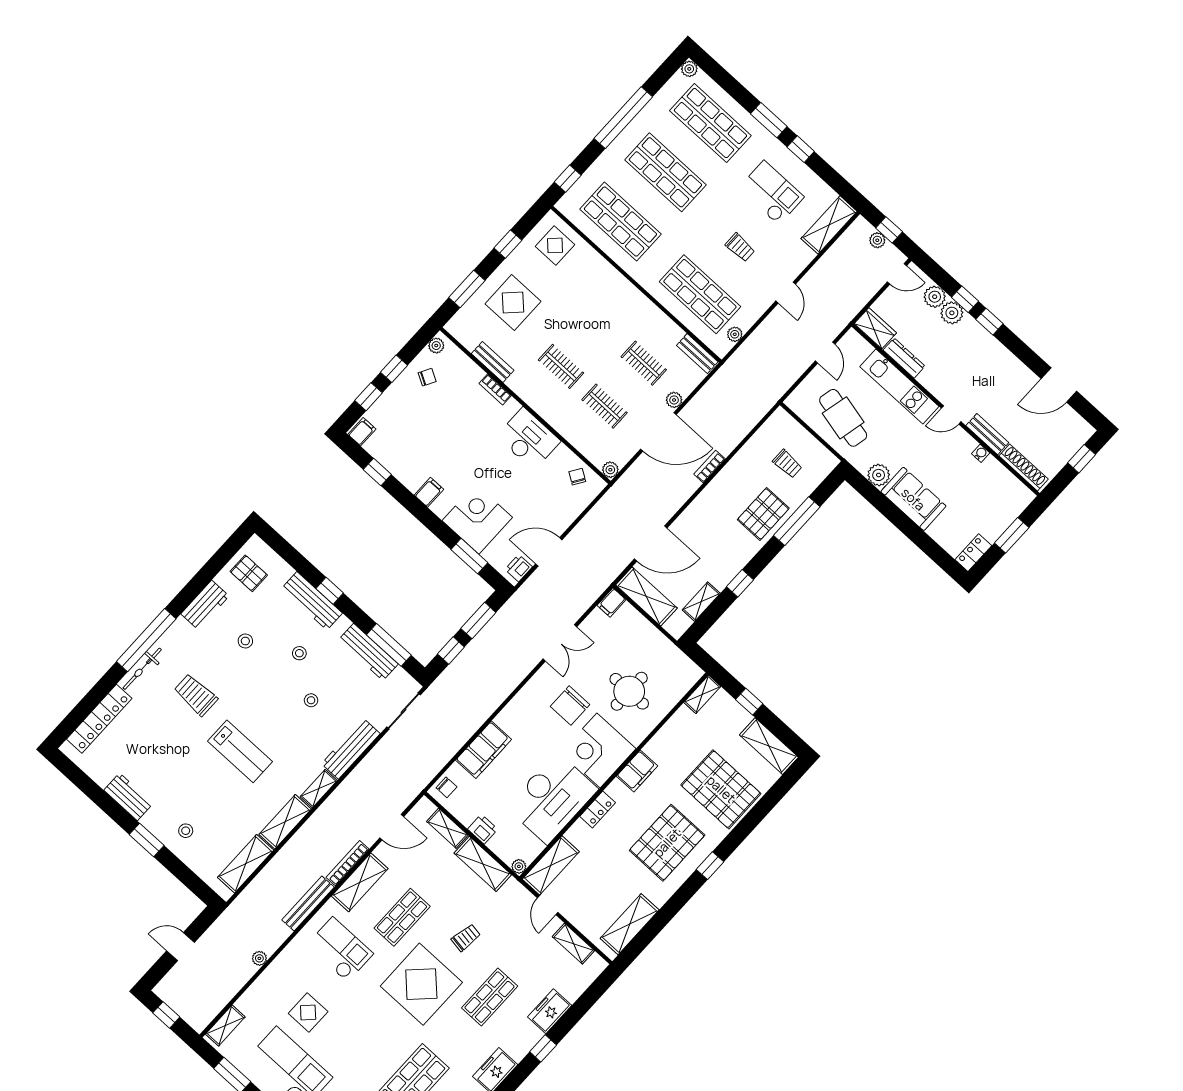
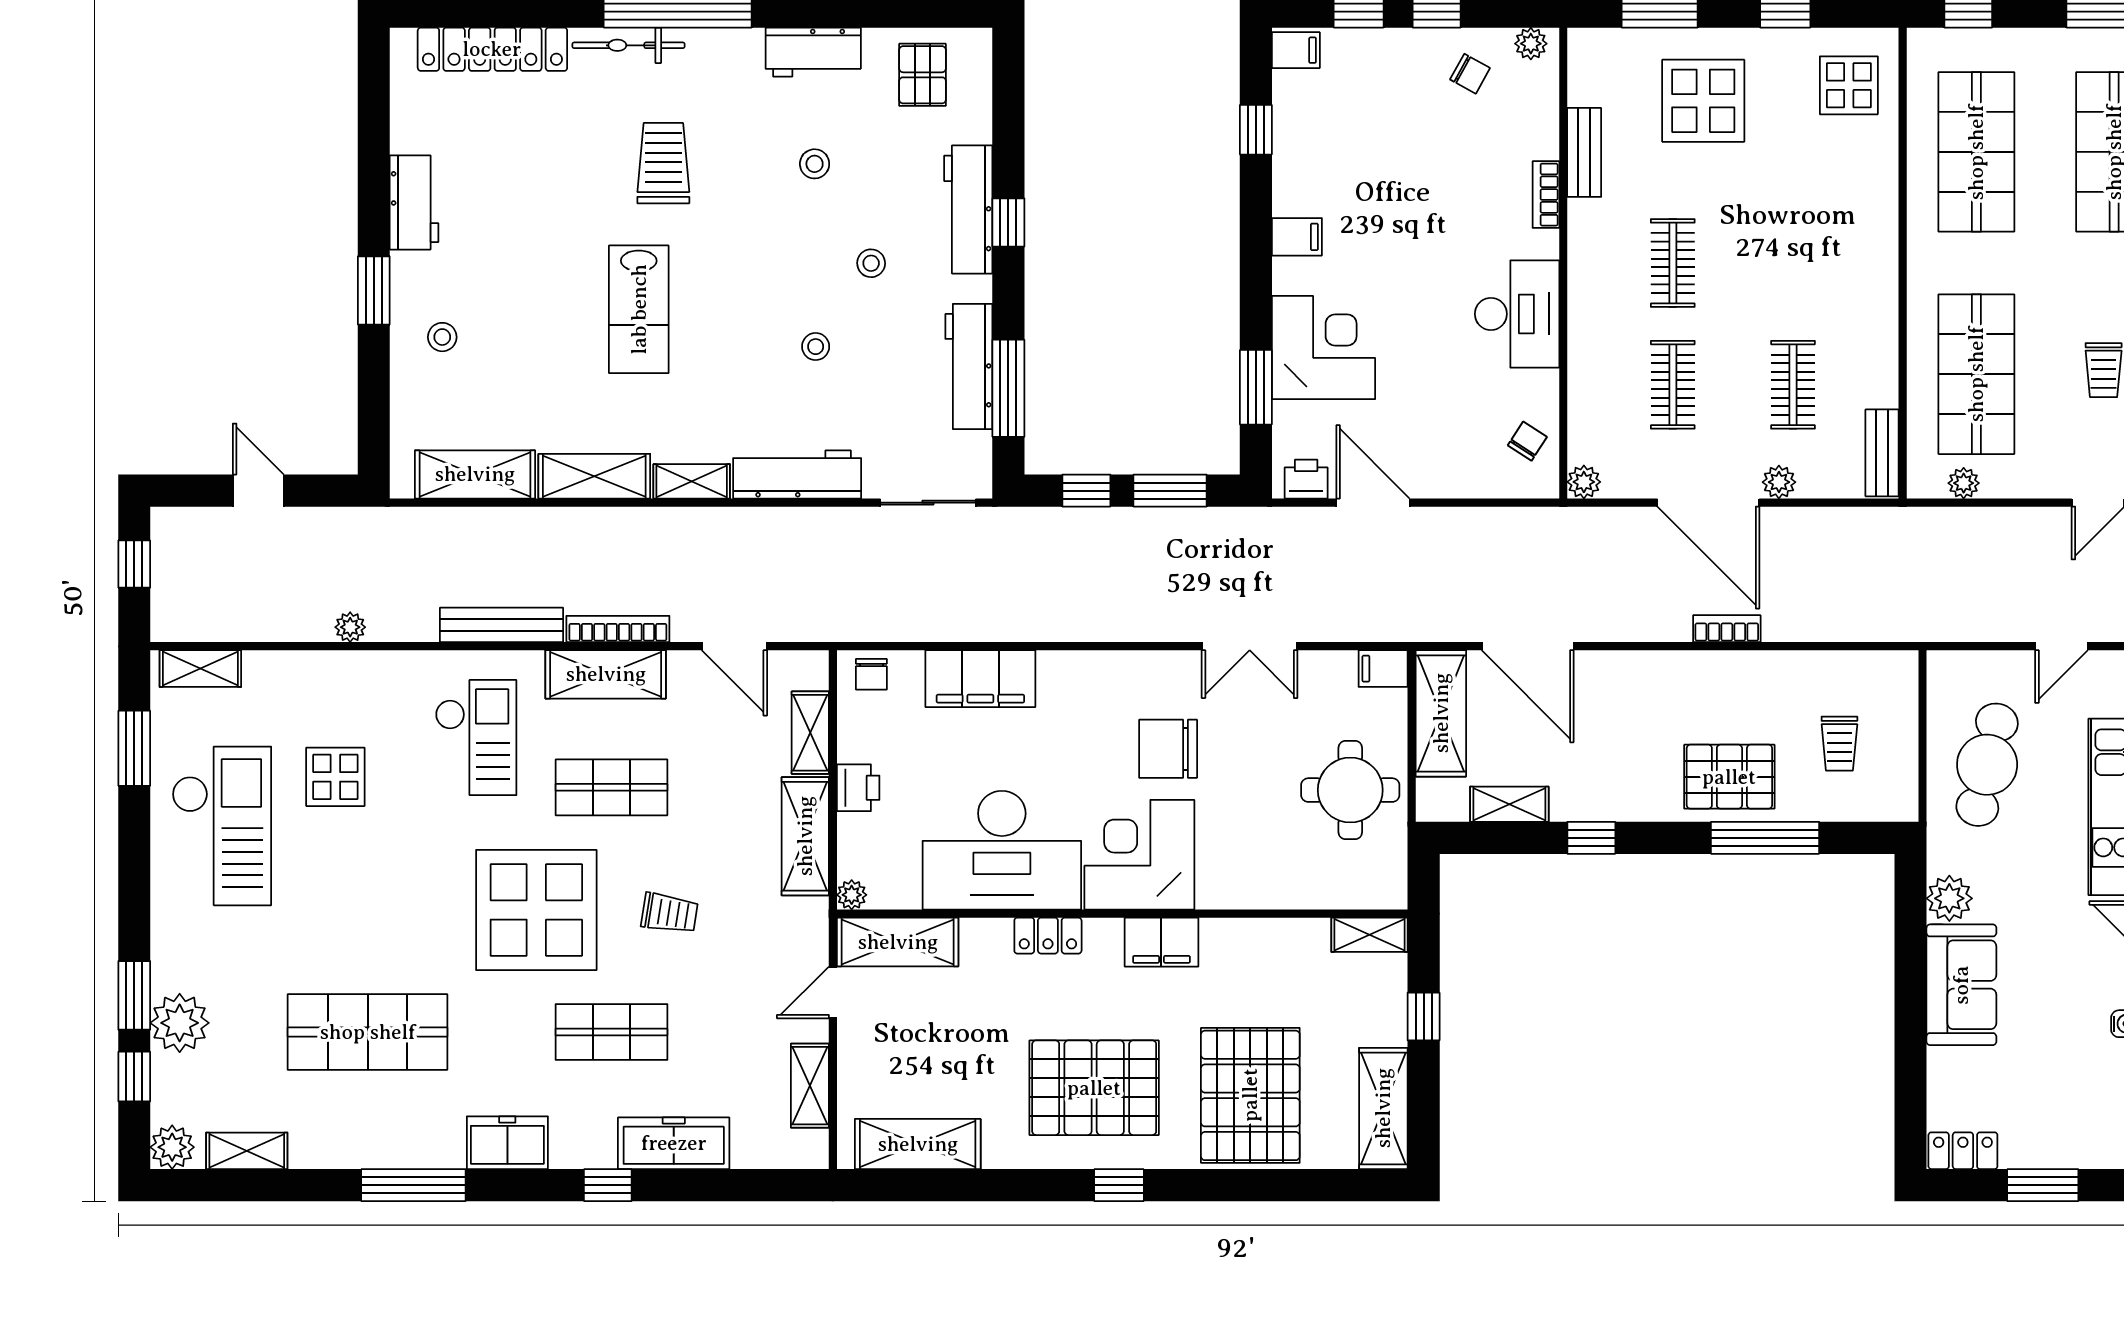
round table: (629, 691) -> (1350, 790), moved
freezer: (550, 1011) -> (674, 1143), width x1.40

